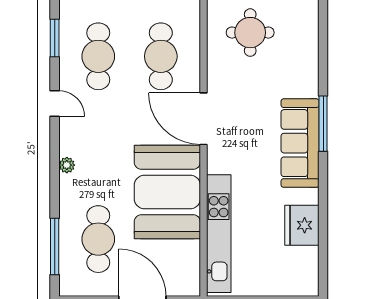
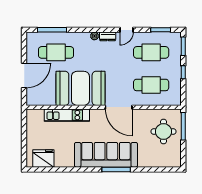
door: (203, 119) -> (119, 107), swing flipped
dresser: (68, 140) -> (108, 36), added
sofa: (300, 143) -> (106, 155), width x1.36, depth x1.27
fridge: (302, 225) -> (43, 158), moved
kitchen unit: (219, 234) -> (67, 115), width x0.73

